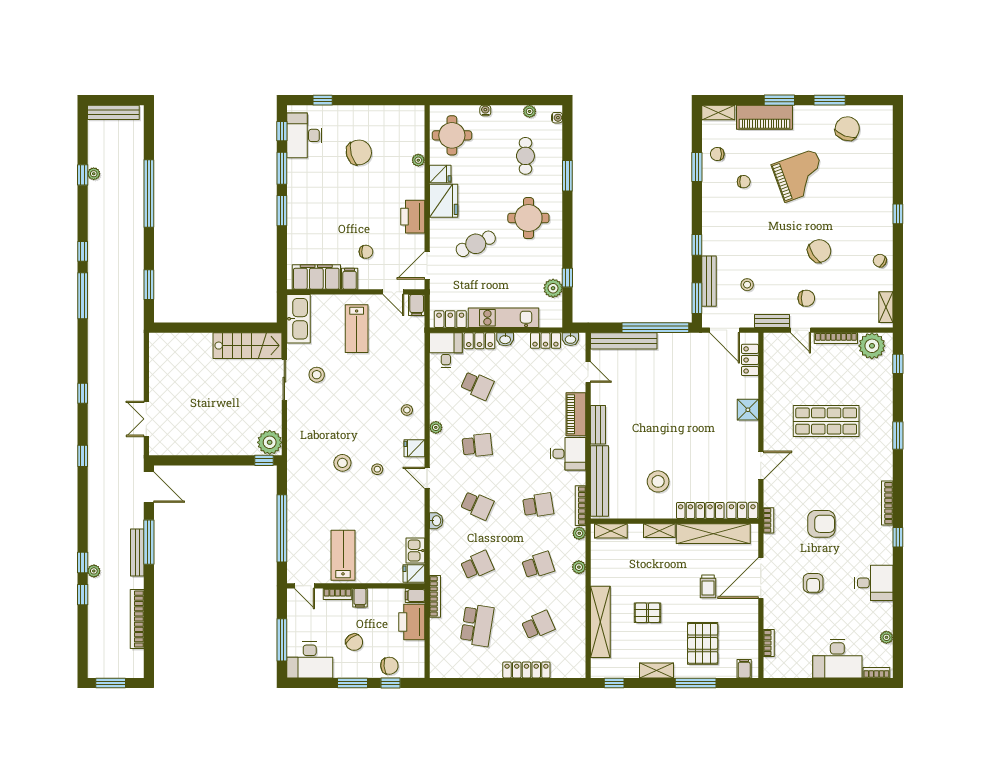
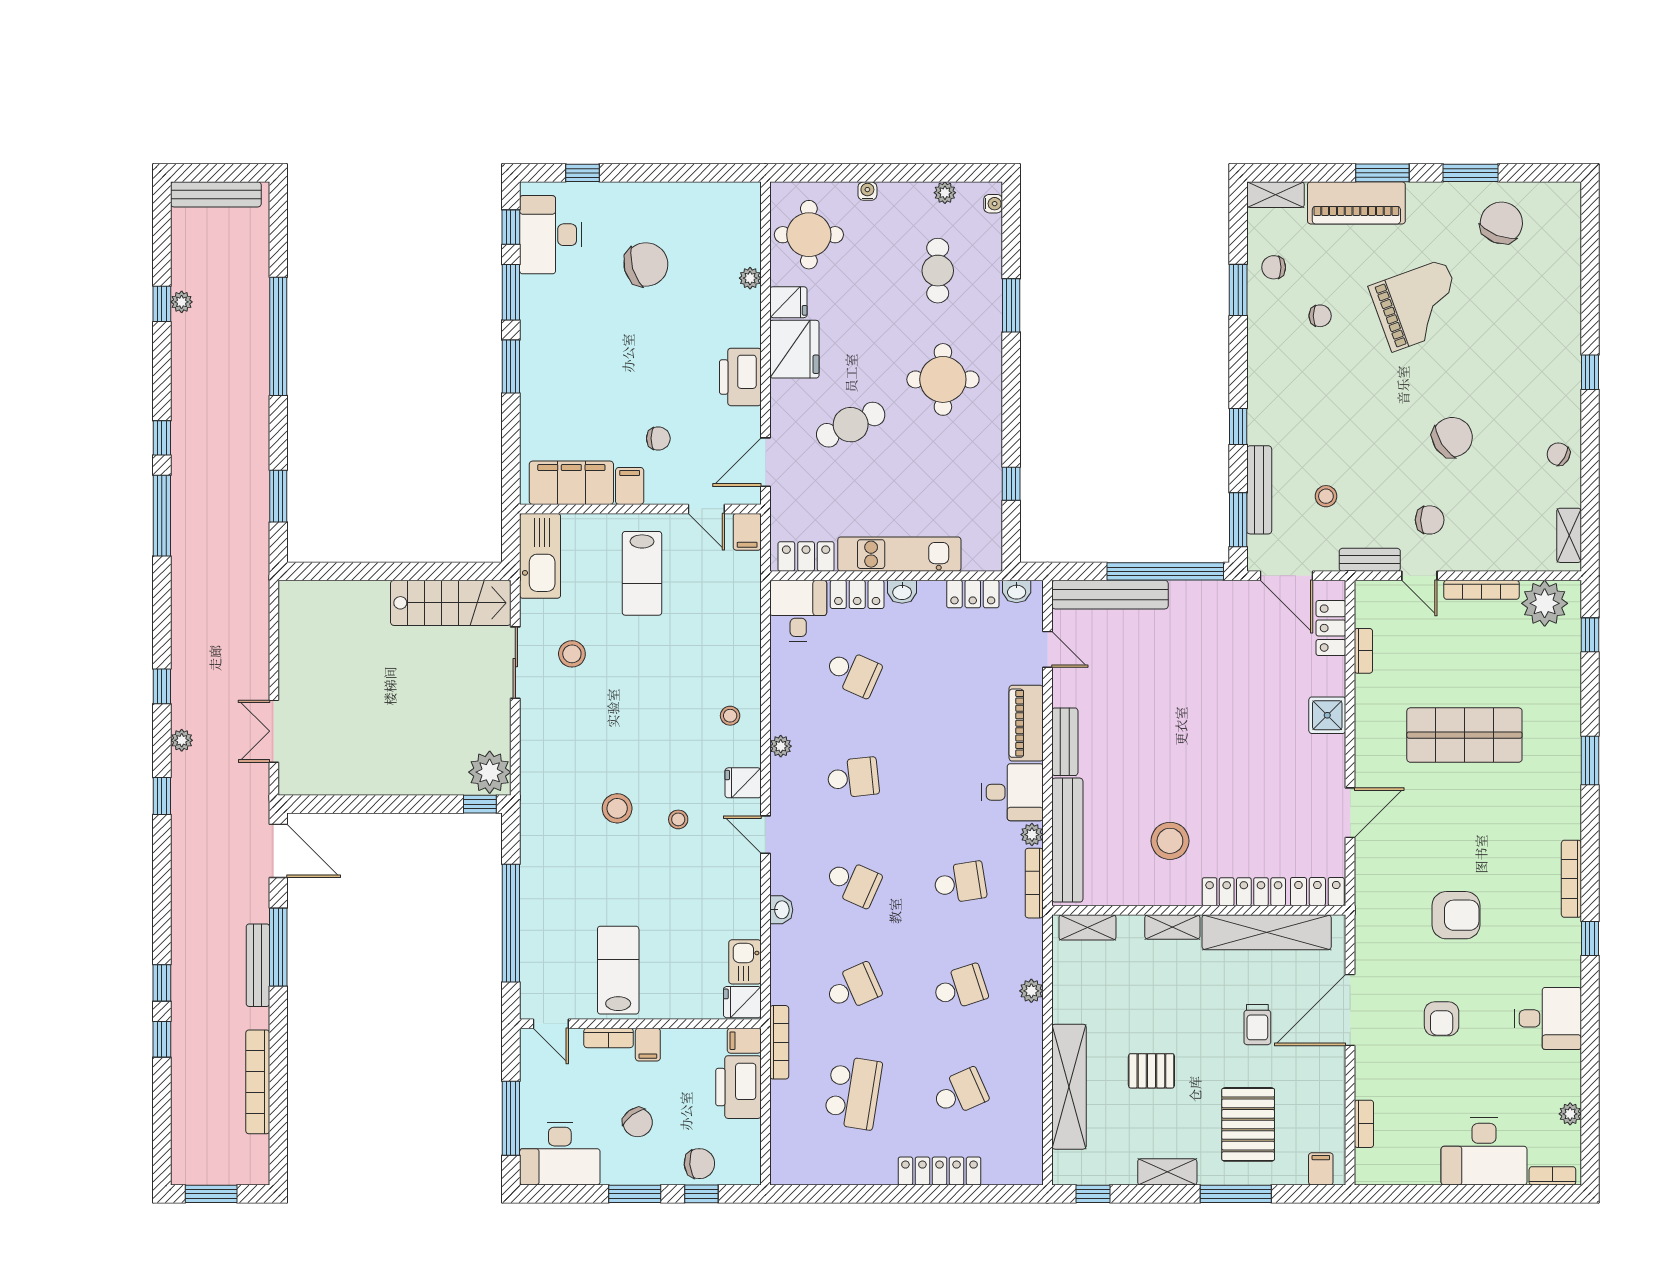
plant: (553, 288) -> (986, 502), removed
bookcase: (768, 520) -> (1363, 651), moved
plant: (579, 533) -> (1032, 835), moved
plant: (94, 571) -> (182, 740), moved

